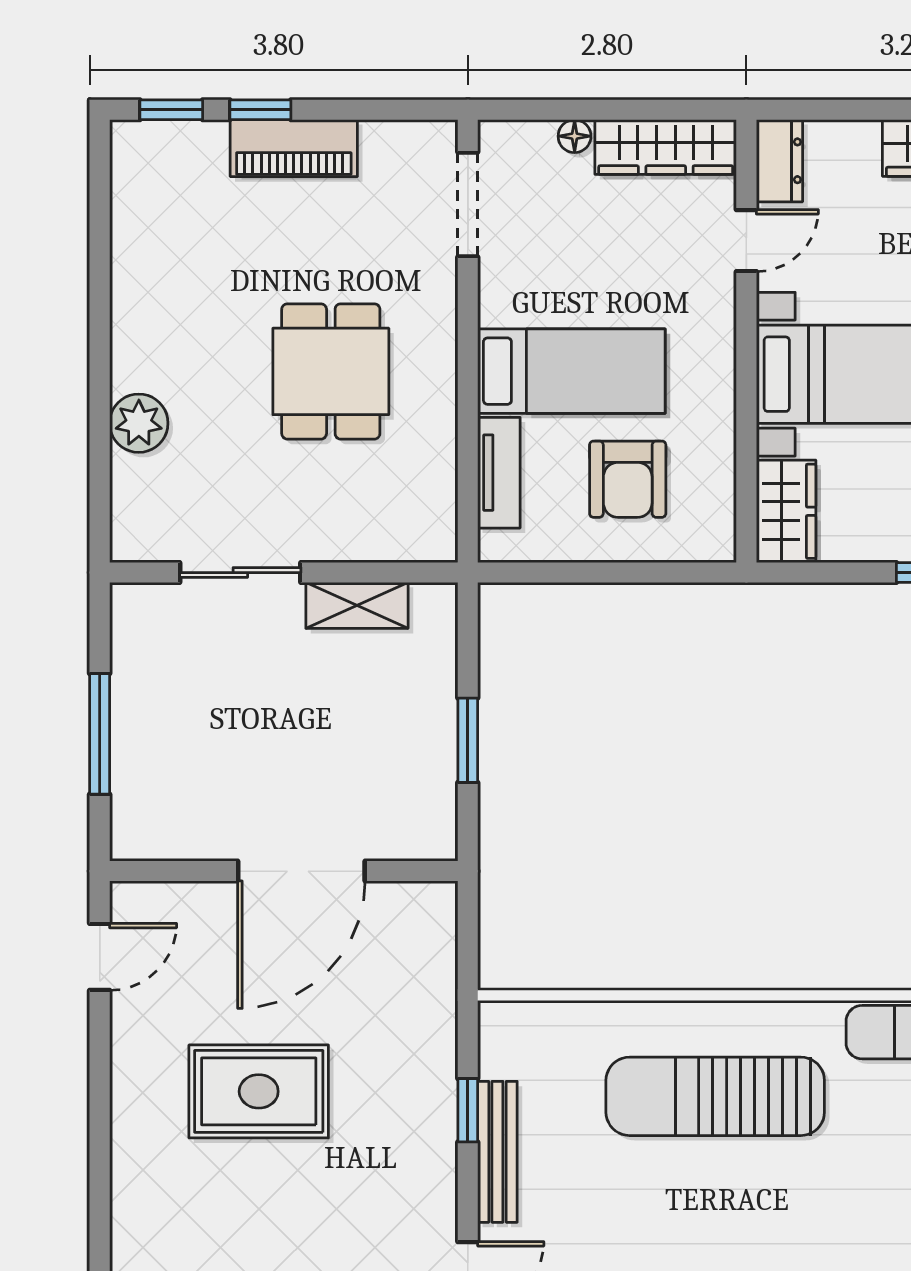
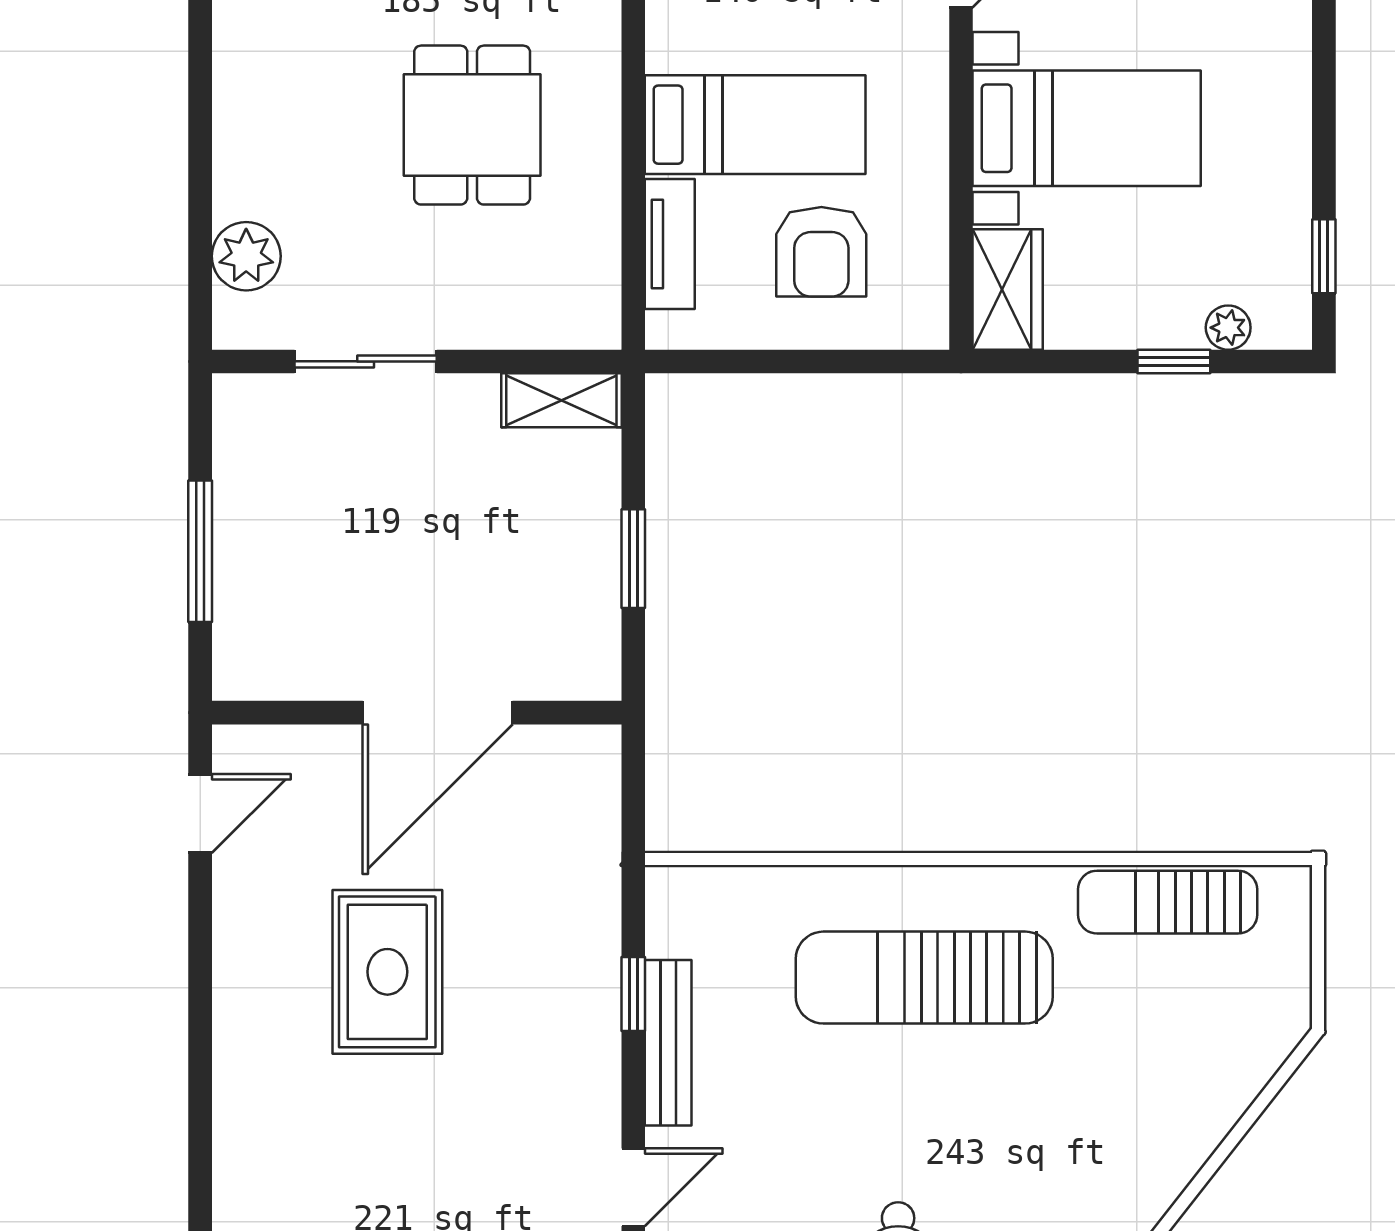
plant: (139, 423) -> (246, 256), moved
shelving: (357, 605) -> (561, 400), moved
rug: (259, 1091) -> (387, 972), turned 90

